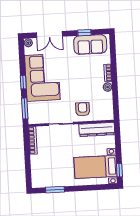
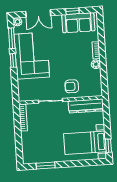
window: (25, 108) -> (12, 38), moved
armchair: (83, 109) -> (72, 86), turned -90

